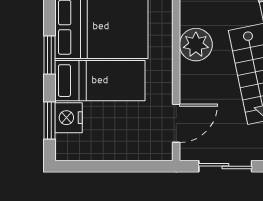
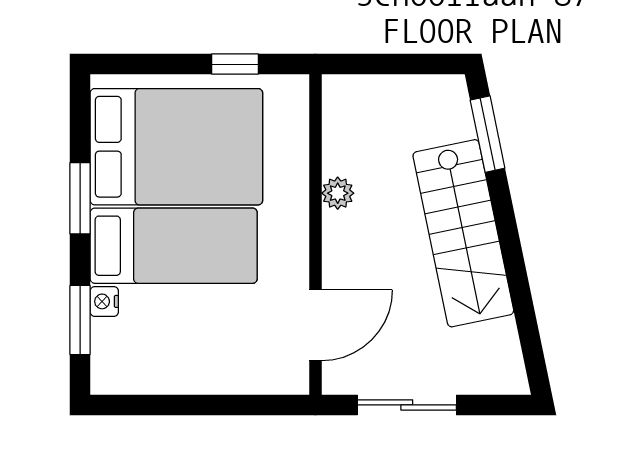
plant: (196, 45) -> (338, 193), width x0.53, depth x0.53
nightstand: (69, 118) -> (104, 301), width x0.53, depth x0.56

